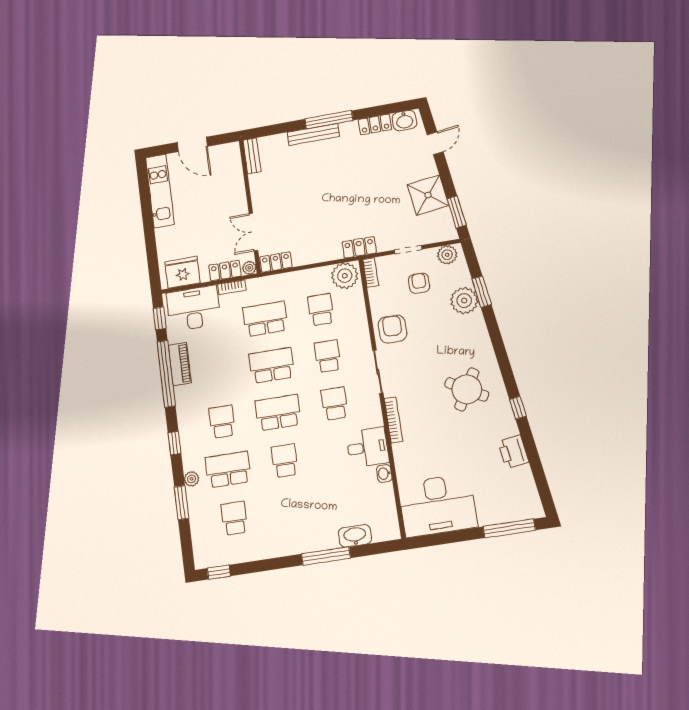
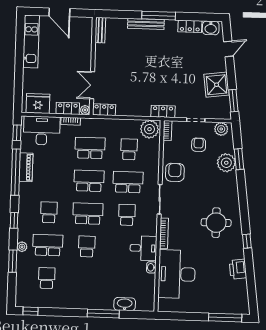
school desk: (328, 356) -> (128, 182), width x1.85
round table: (467, 389) -> (216, 223), turned -30
desk: (438, 505) -> (177, 274), moved, turned 90

